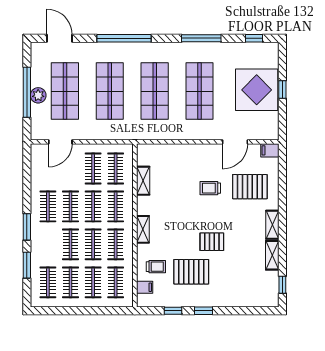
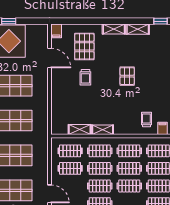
shelving: (143, 229) -> (103, 130), moved
pallet: (191, 272) -> (150, 92), removed

